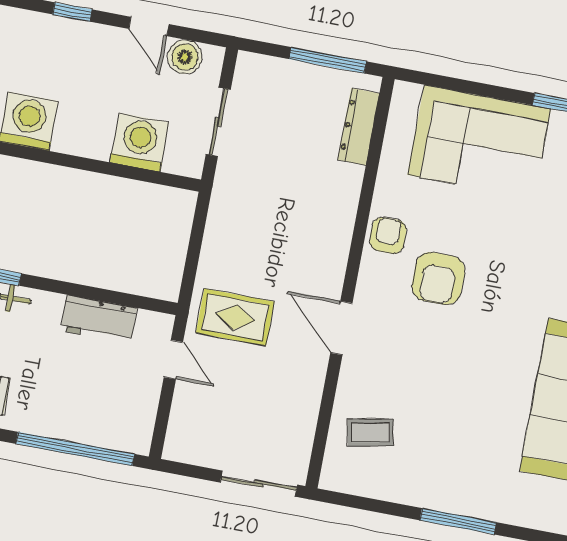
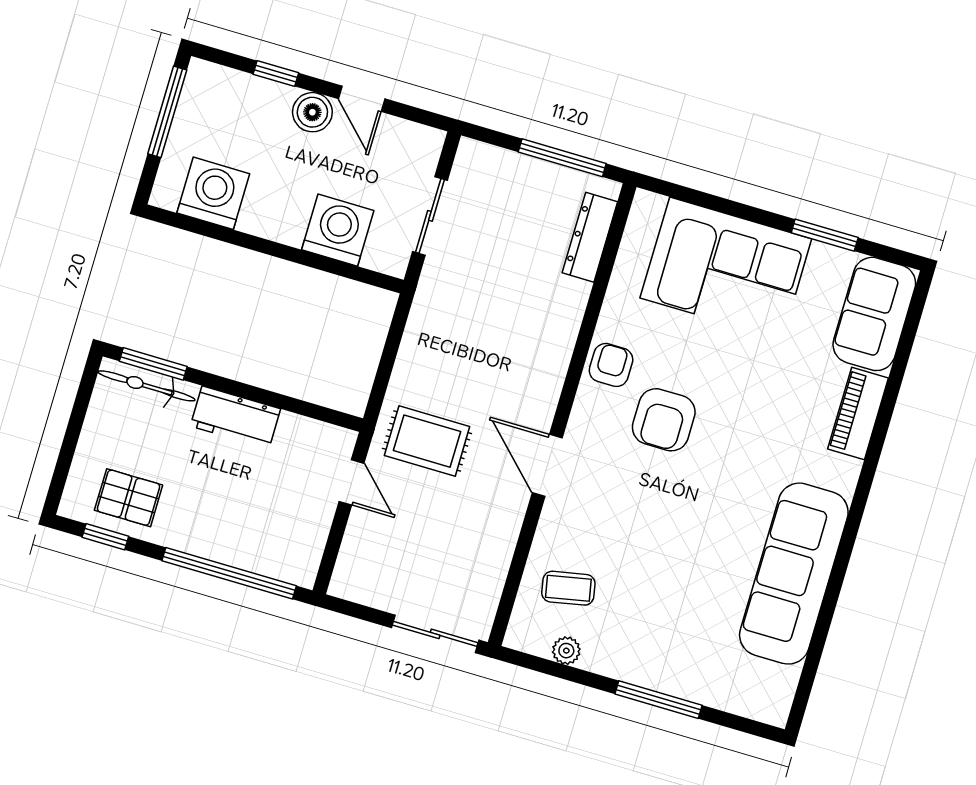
boiler: (185, 57) -> (312, 112), moved
workbench: (99, 319) -> (235, 417), moved
plant: (374, 487) -> (566, 651), added

